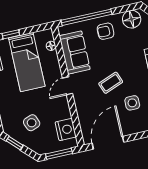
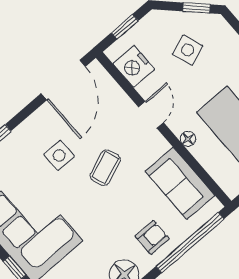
floor lamp: (51, 46) -> (188, 139), moved
door: (68, 86) -> (151, 115), moved
window: (59, 154) -> (125, 27), width x0.67

